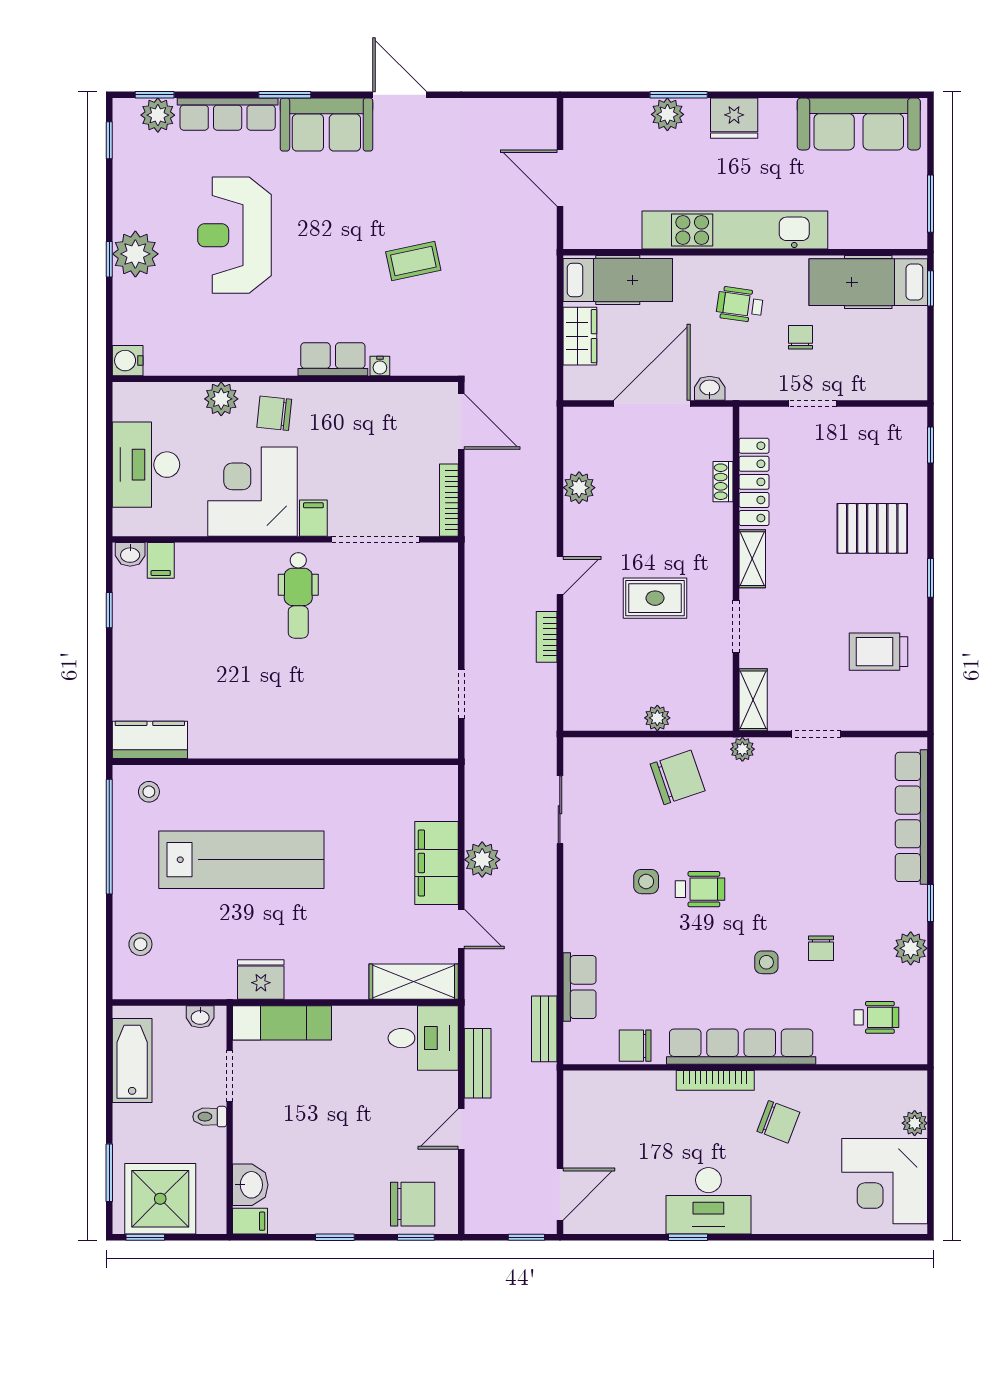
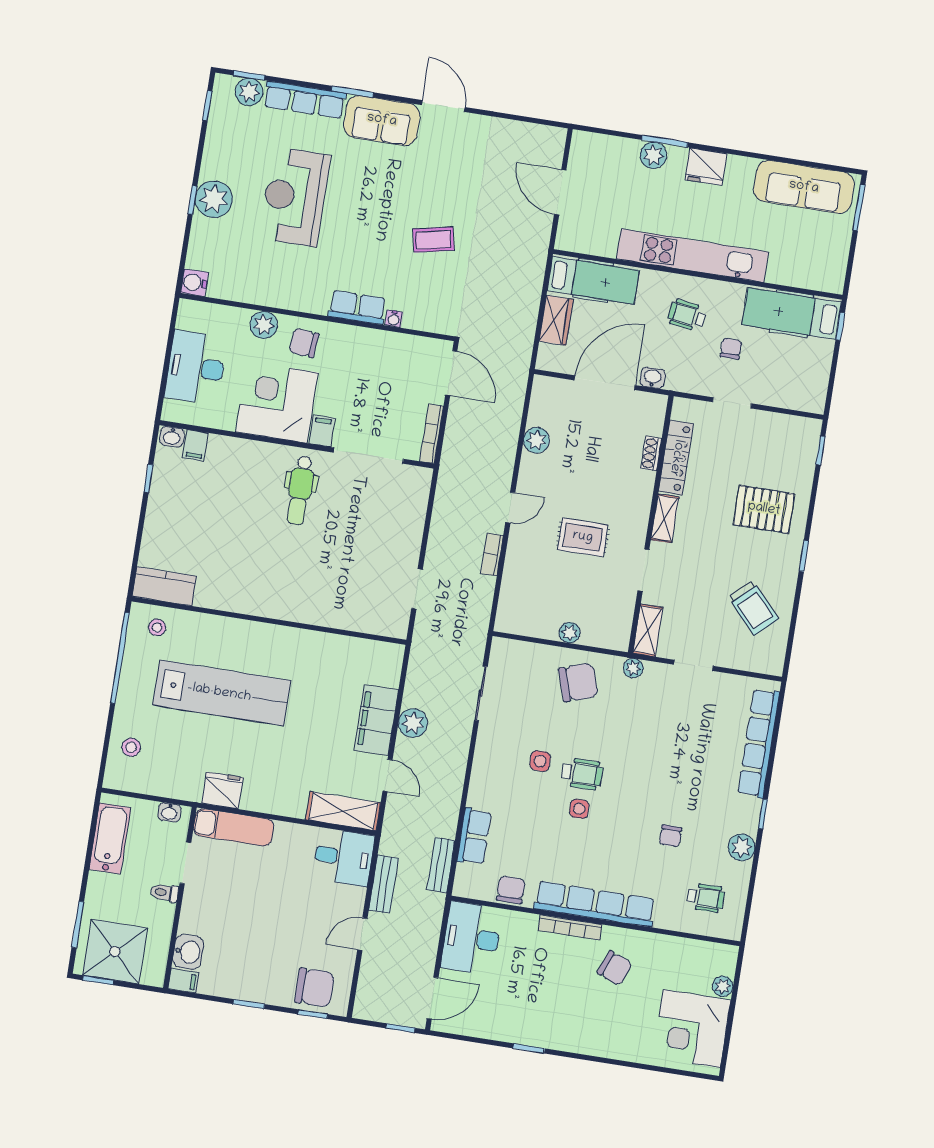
window: (930, 204) -> (859, 208), moved
trolley: (879, 652) -> (753, 608), turned -133
side table: (766, 962) -> (579, 809), moved
chair: (635, 1046) -> (511, 890), turned 90
desk: (708, 1201) -> (472, 938), moved, turned 90

